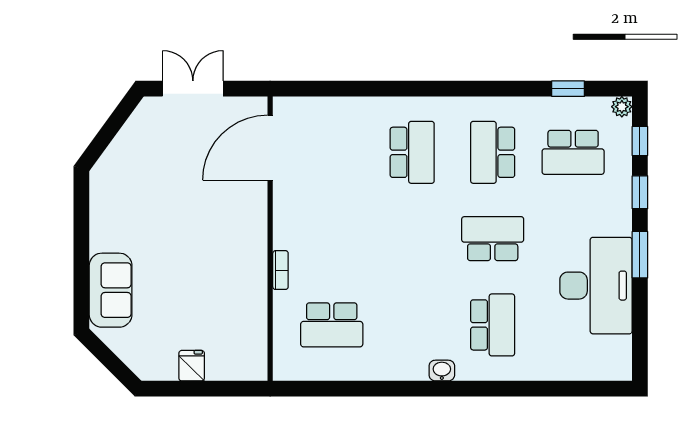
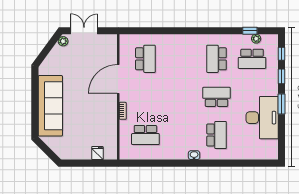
plant: (622, 107) -> (256, 39), moved
plant: (145, 113) -> (63, 41), added
door: (270, 148) -> (118, 79), moved
school desk: (412, 152) -> (145, 59), moved
sofa: (111, 290) -> (50, 106), width x1.85, depth x1.27
fridge: (192, 366) -> (97, 153), moved

